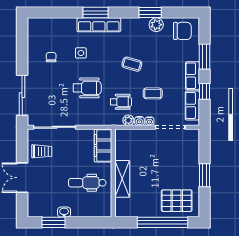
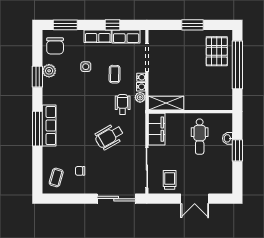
window: (96, 12) -> (37, 129), width x1.44
chair: (182, 31) -> (55, 46), turned 180
side table: (81, 53) -> (86, 67), moved
window: (204, 57) -> (65, 25), moved
coffee table: (132, 64) -> (56, 177), moved
wheelchair: (87, 88) -> (109, 137), turned -120
filing cabinet: (103, 146) -> (157, 129), moved, turned -90
shelving: (122, 179) -> (166, 103), moved
washbasin: (64, 212) -> (228, 138), moved
window: (53, 222) -> (237, 150), moved

